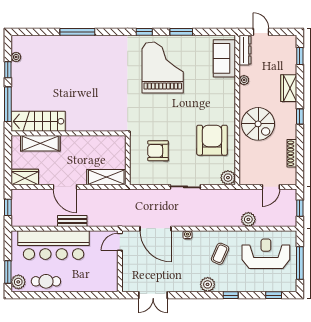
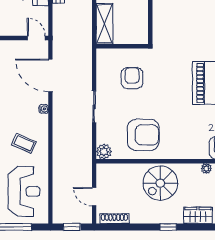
shoe rack: (292, 153) -> (114, 219), moved
plant: (248, 219) -> (60, 173), removed
door: (155, 229) -> (50, 75), hinge flipped

